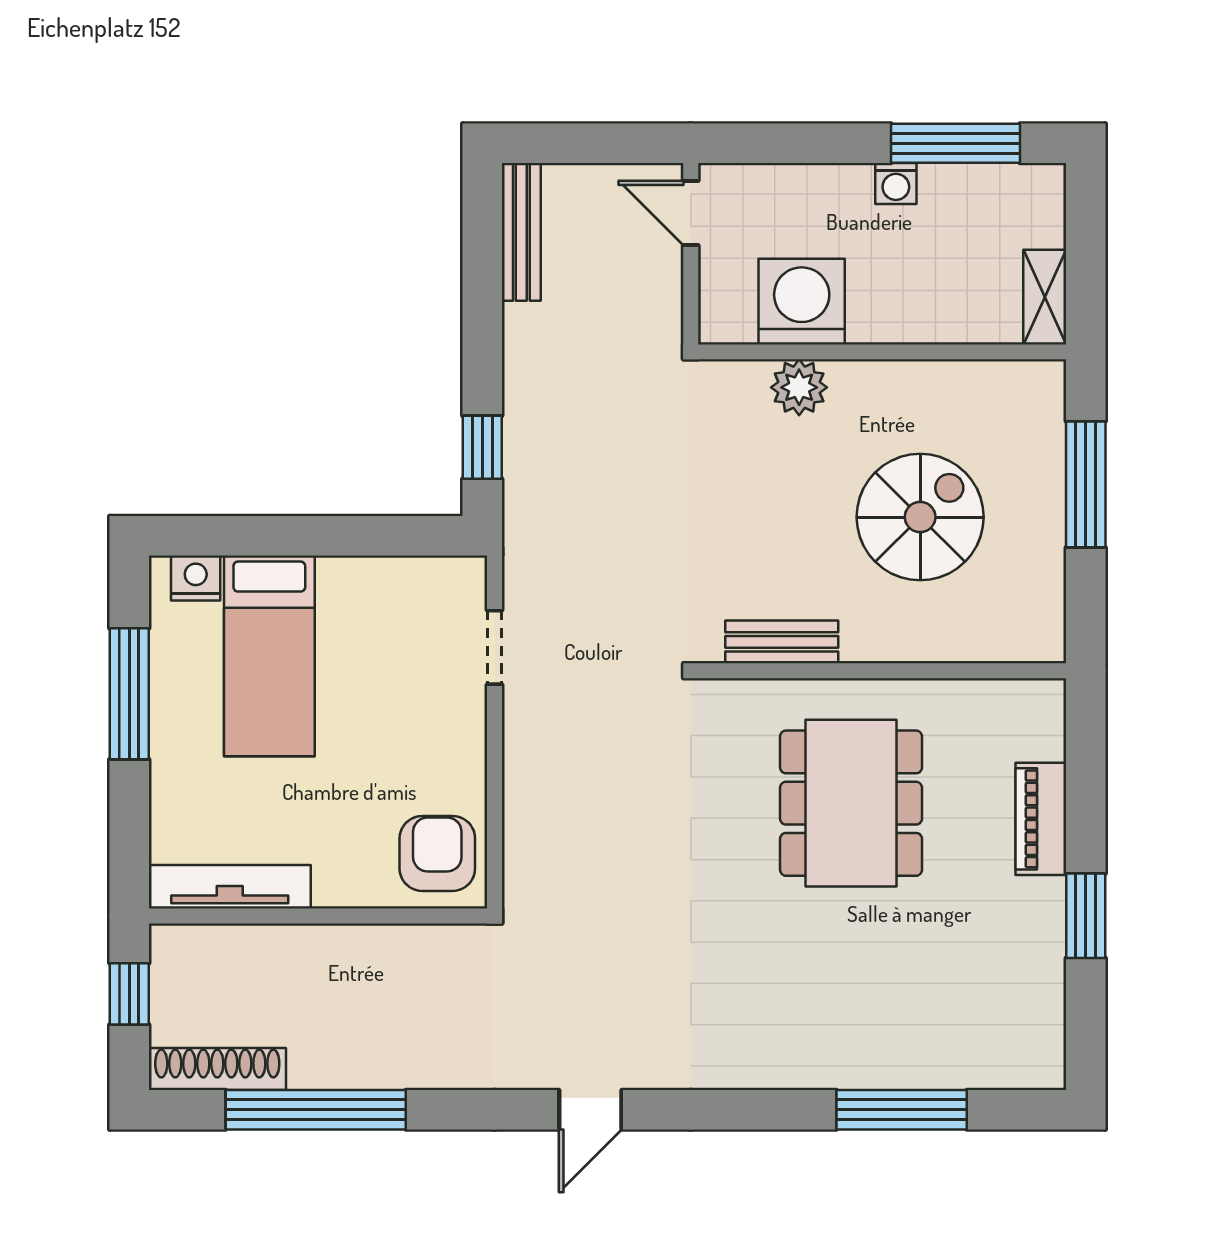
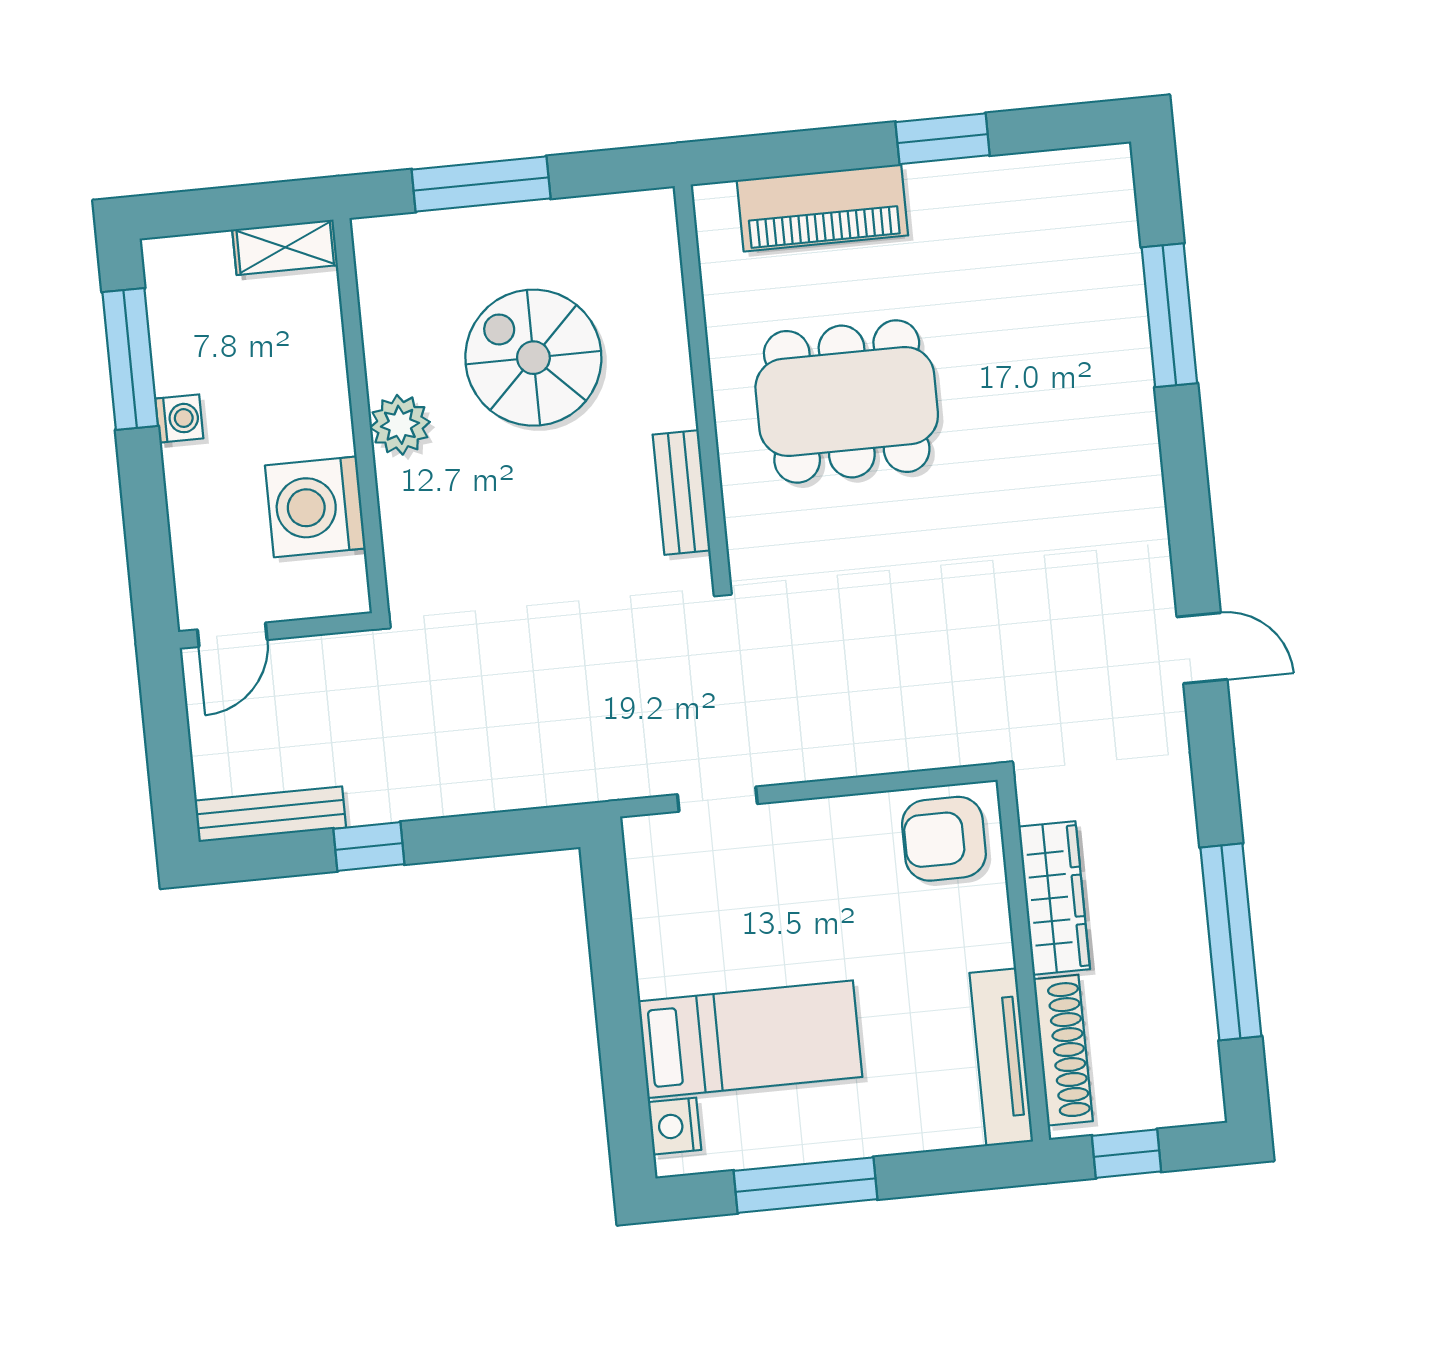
plant: (799, 387) -> (400, 425), moved
window: (482, 447) -> (369, 846), moved
piano: (1041, 819) -> (822, 208), width x1.37, depth x1.33
wardrobe: (372, 950) -> (1054, 898), added
shoe rack: (217, 1069) -> (1063, 1050), moved, turned 180

